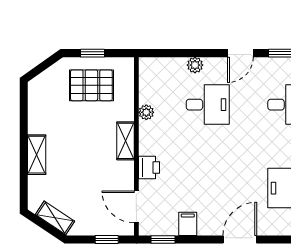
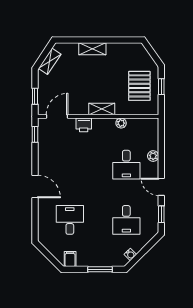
filing cabinet: (188, 224) -> (46, 151), removed

